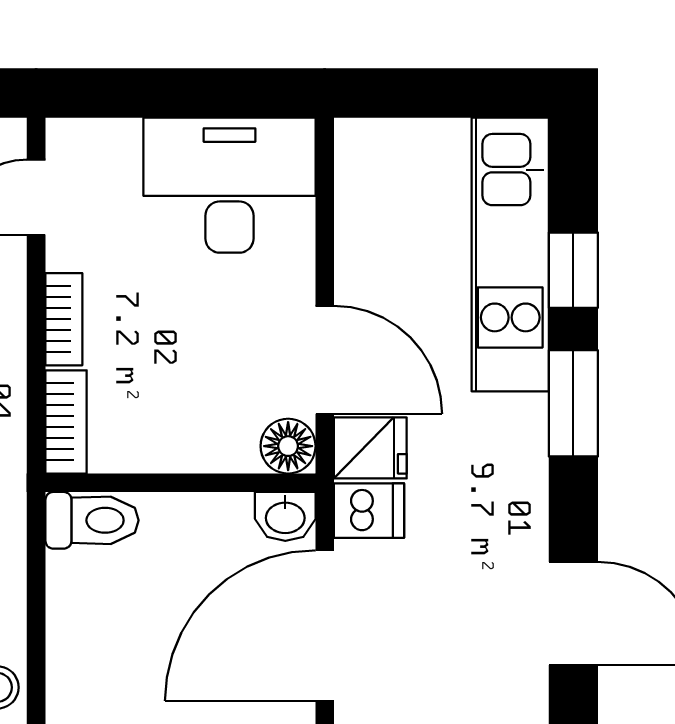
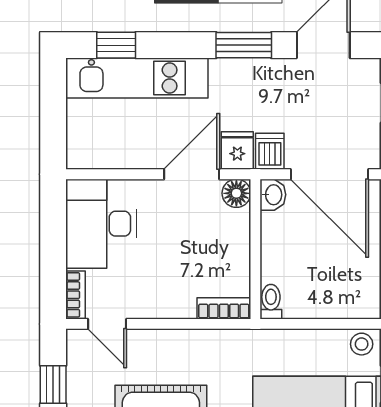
window: (573, 270) -> (116, 45), moved
bookcase: (64, 319) -> (75, 295), moved, turned 90
window: (573, 403) -> (244, 45), moved
toilet: (92, 520) -> (271, 302), width x0.73, depth x0.72

